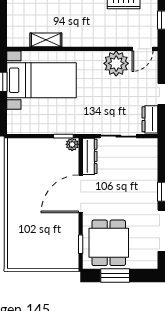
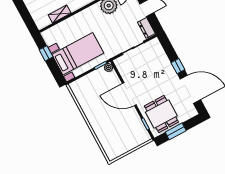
bed with nightstands: (42, 80) -> (78, 54), moved
dresser: (90, 156) -> (123, 69), removed
door: (81, 194) -> (129, 94), hinge flipped

